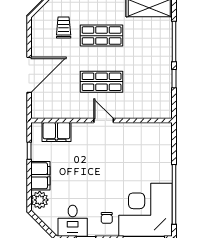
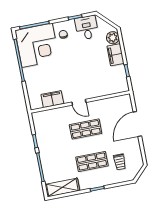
filing cabinet: (56, 132) -> (52, 99), moved

